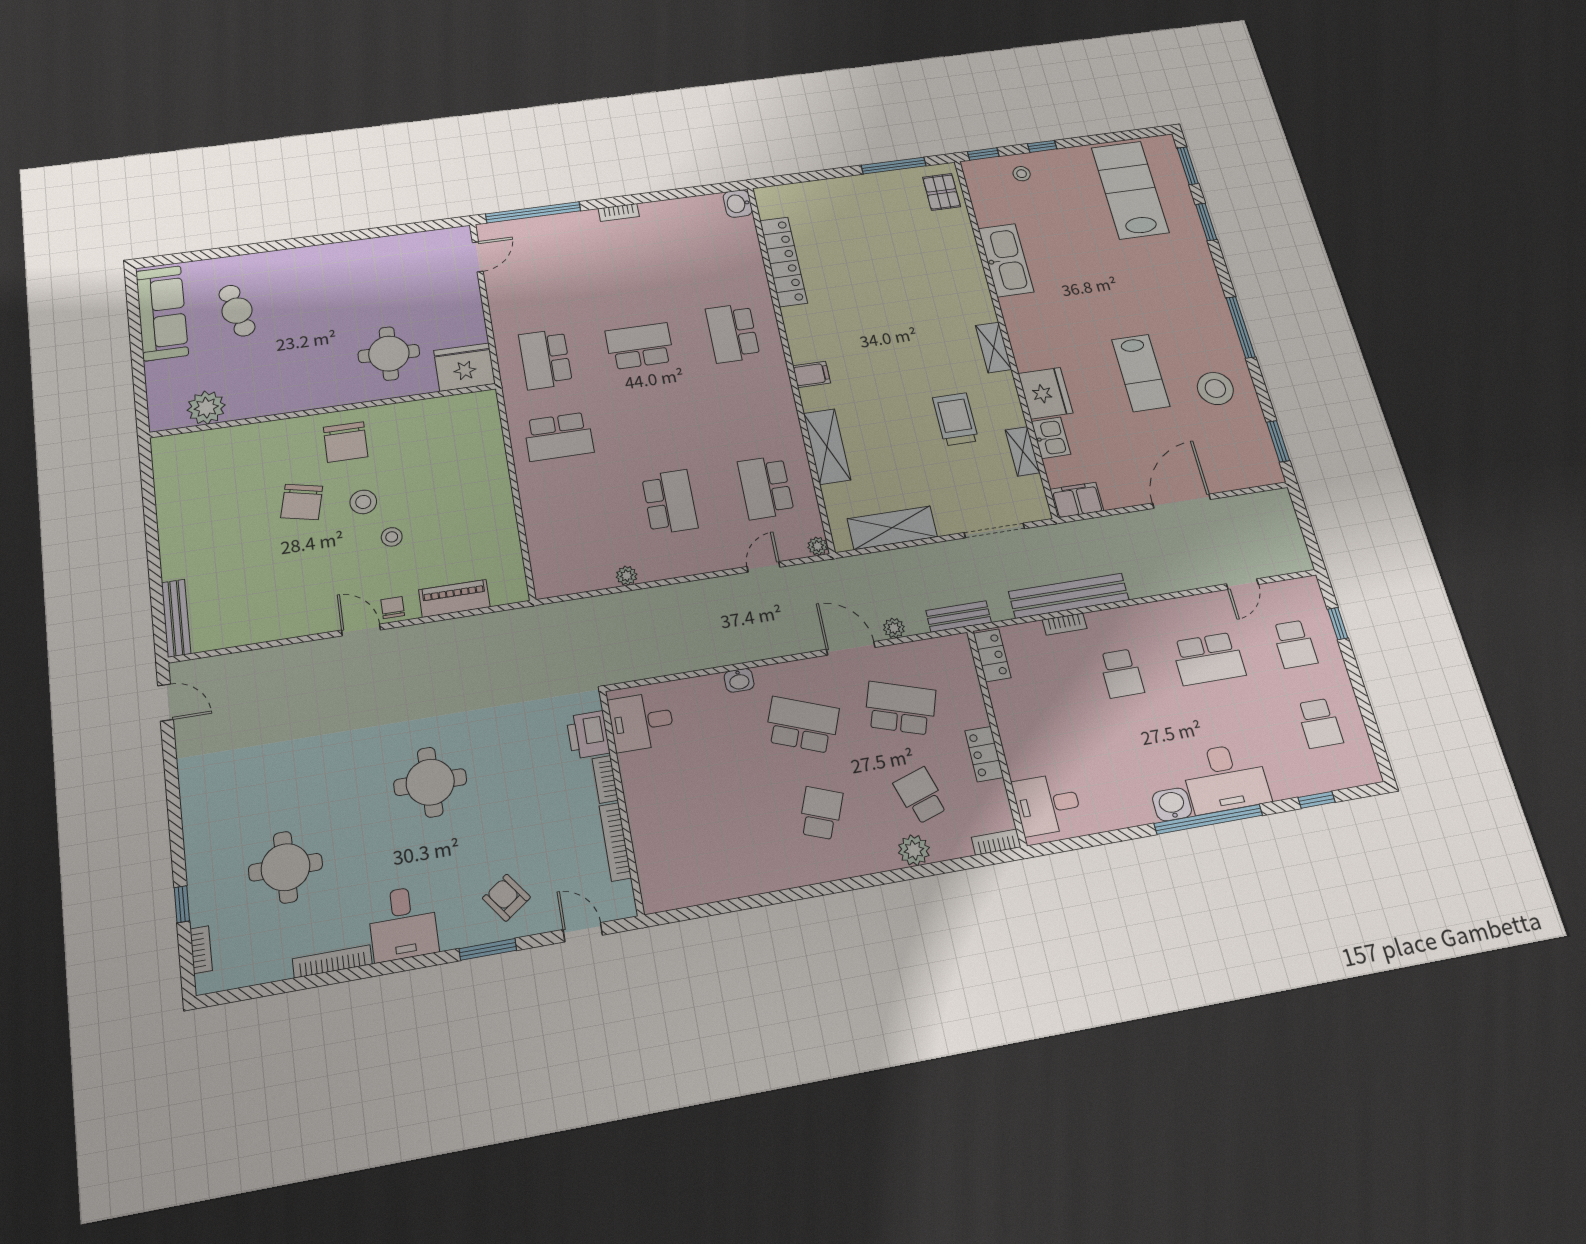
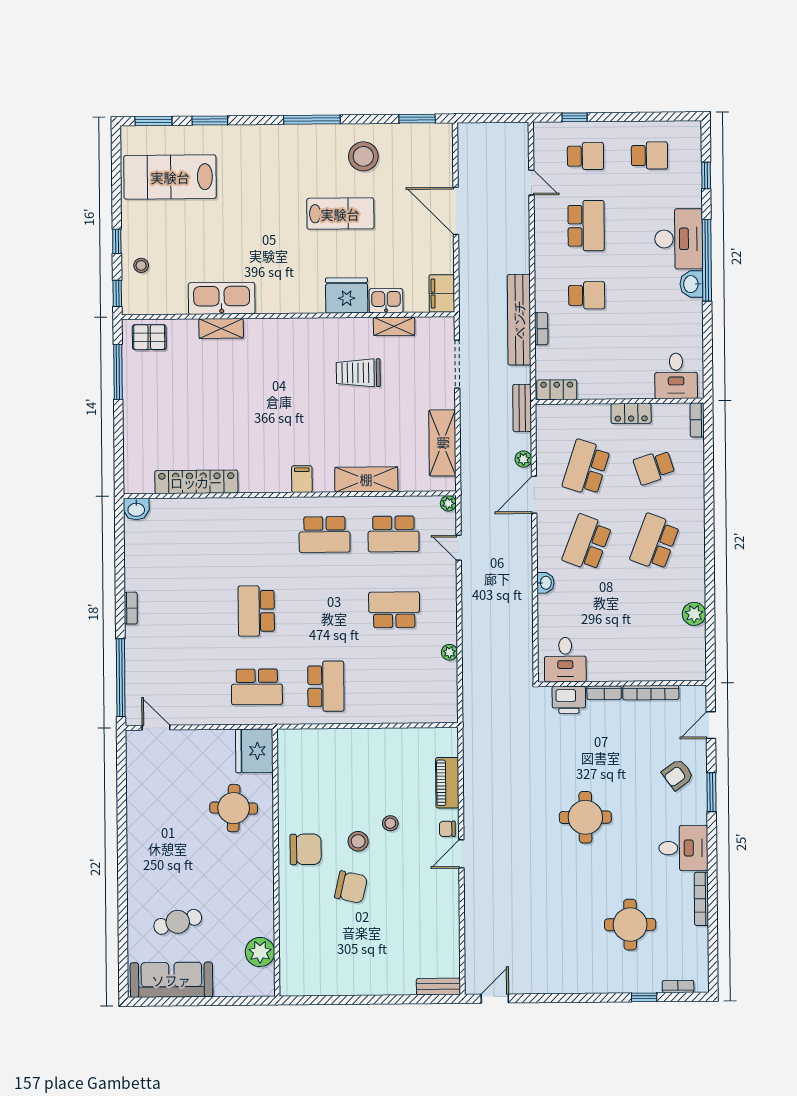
school desk: (733, 333) -> (325, 535), moved
shelving: (993, 347) -> (221, 328), moved
bench: (176, 618) -> (438, 986), width x0.73
school desk: (821, 813) -> (655, 542), width x1.85
plant: (914, 850) -> (694, 614), moved

